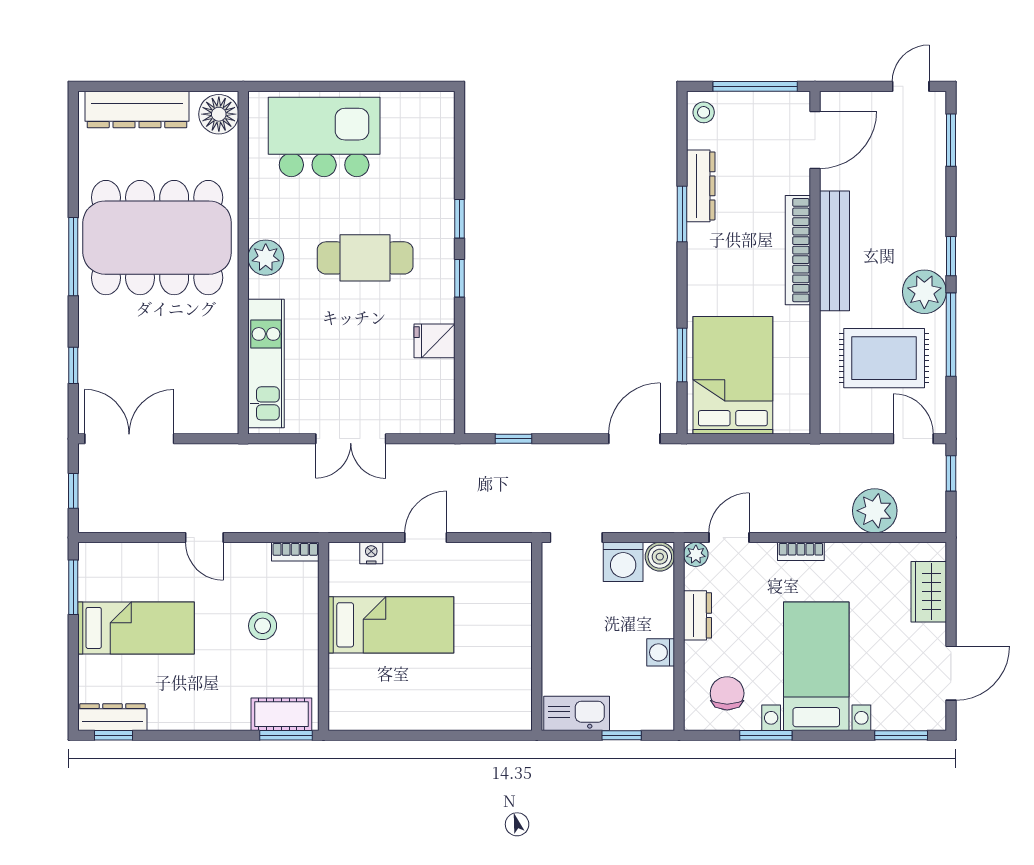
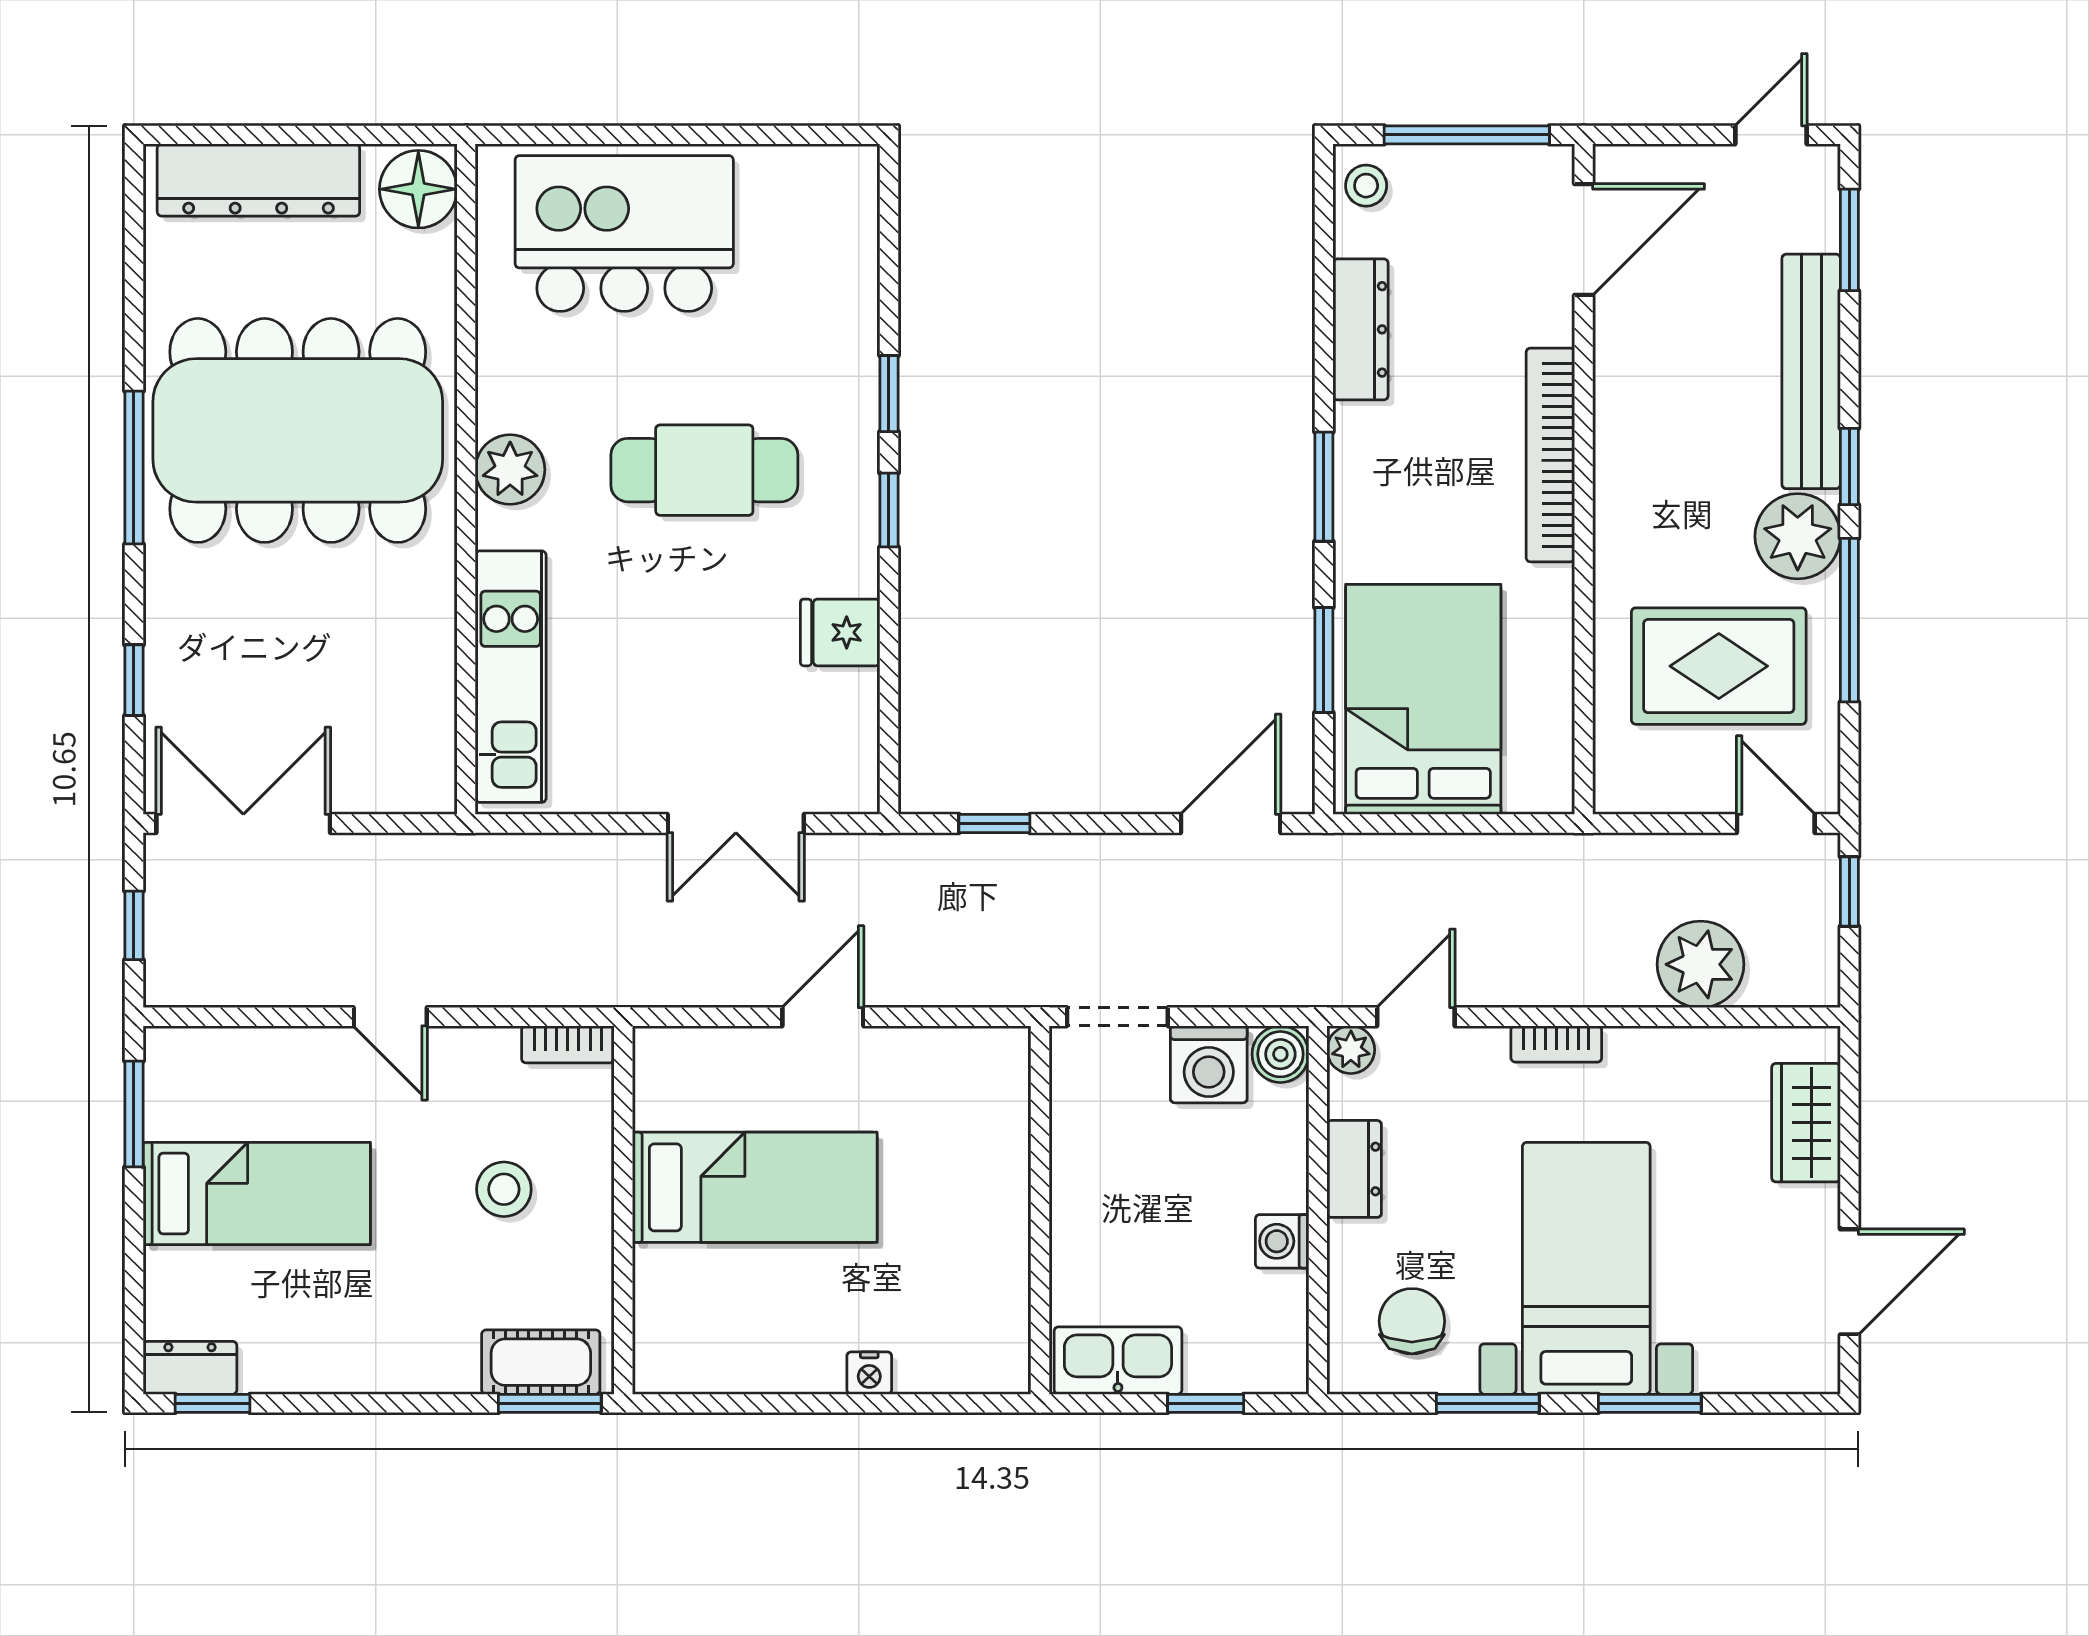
window: (682, 214) -> (1324, 487), moved
bench: (834, 251) -> (1811, 371), moved
double door: (351, 439) -> (736, 823), moved
nightstand: (371, 553) -> (869, 1373), moved, turned 180
dresser: (112, 717) -> (190, 1368), width x0.70
window: (901, 735) -> (1650, 1403), moved

